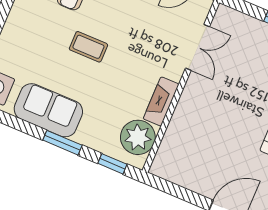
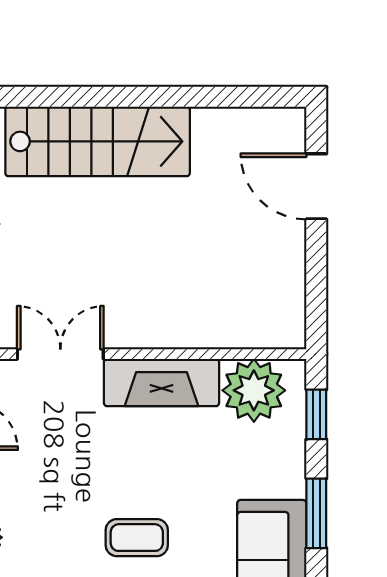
coffee table: (88, 47) -> (137, 538), turned 90
fireplace: (161, 101) -> (162, 382), width x1.37, depth x1.32

